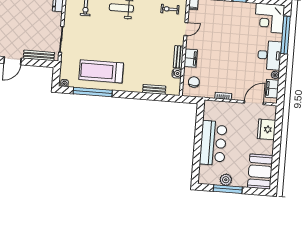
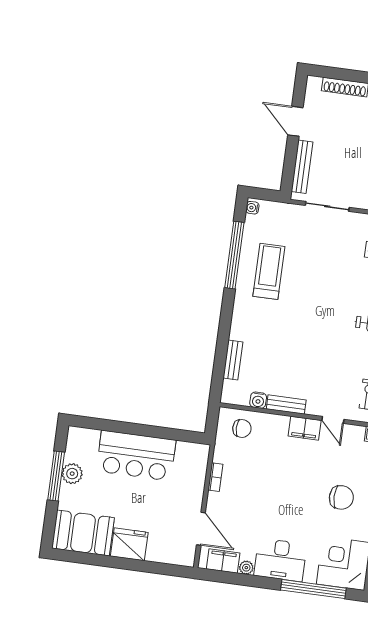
chair: (231, 22) -> (341, 497), added
filing cabinet: (191, 58) -> (305, 428), moved
treadmill: (101, 71) -> (269, 271), width x0.73, depth x0.73
fridge: (266, 129) -> (129, 544), moved

